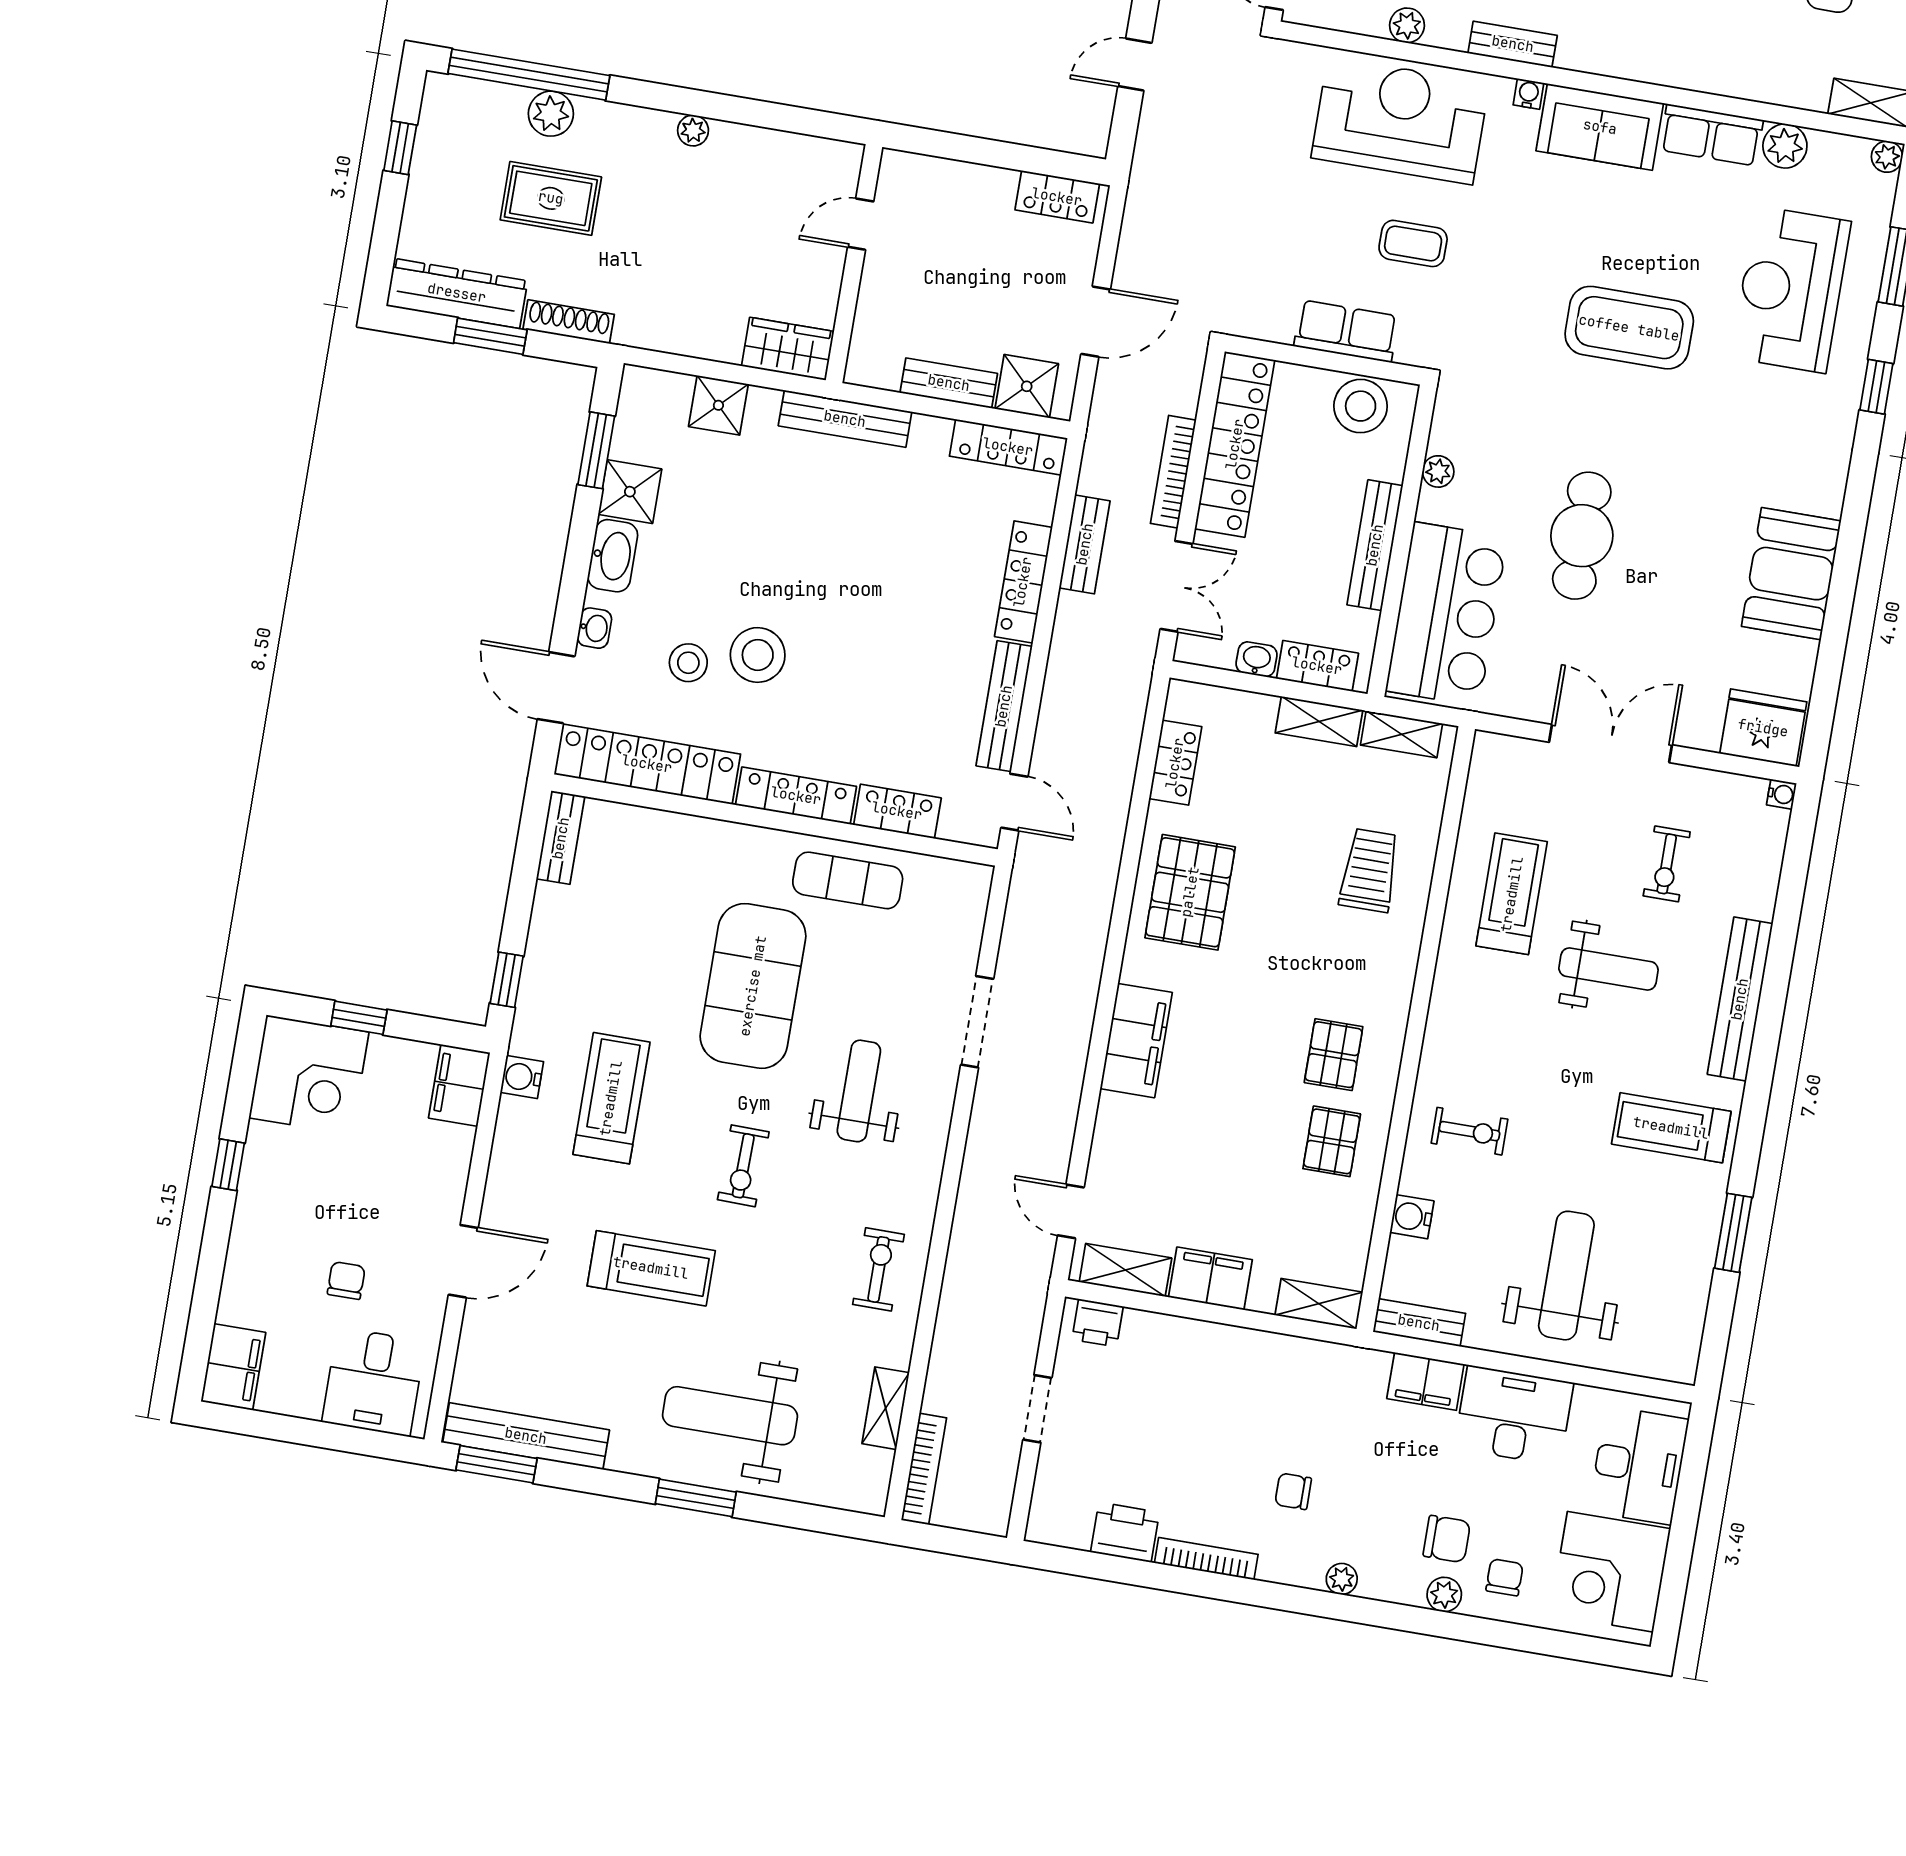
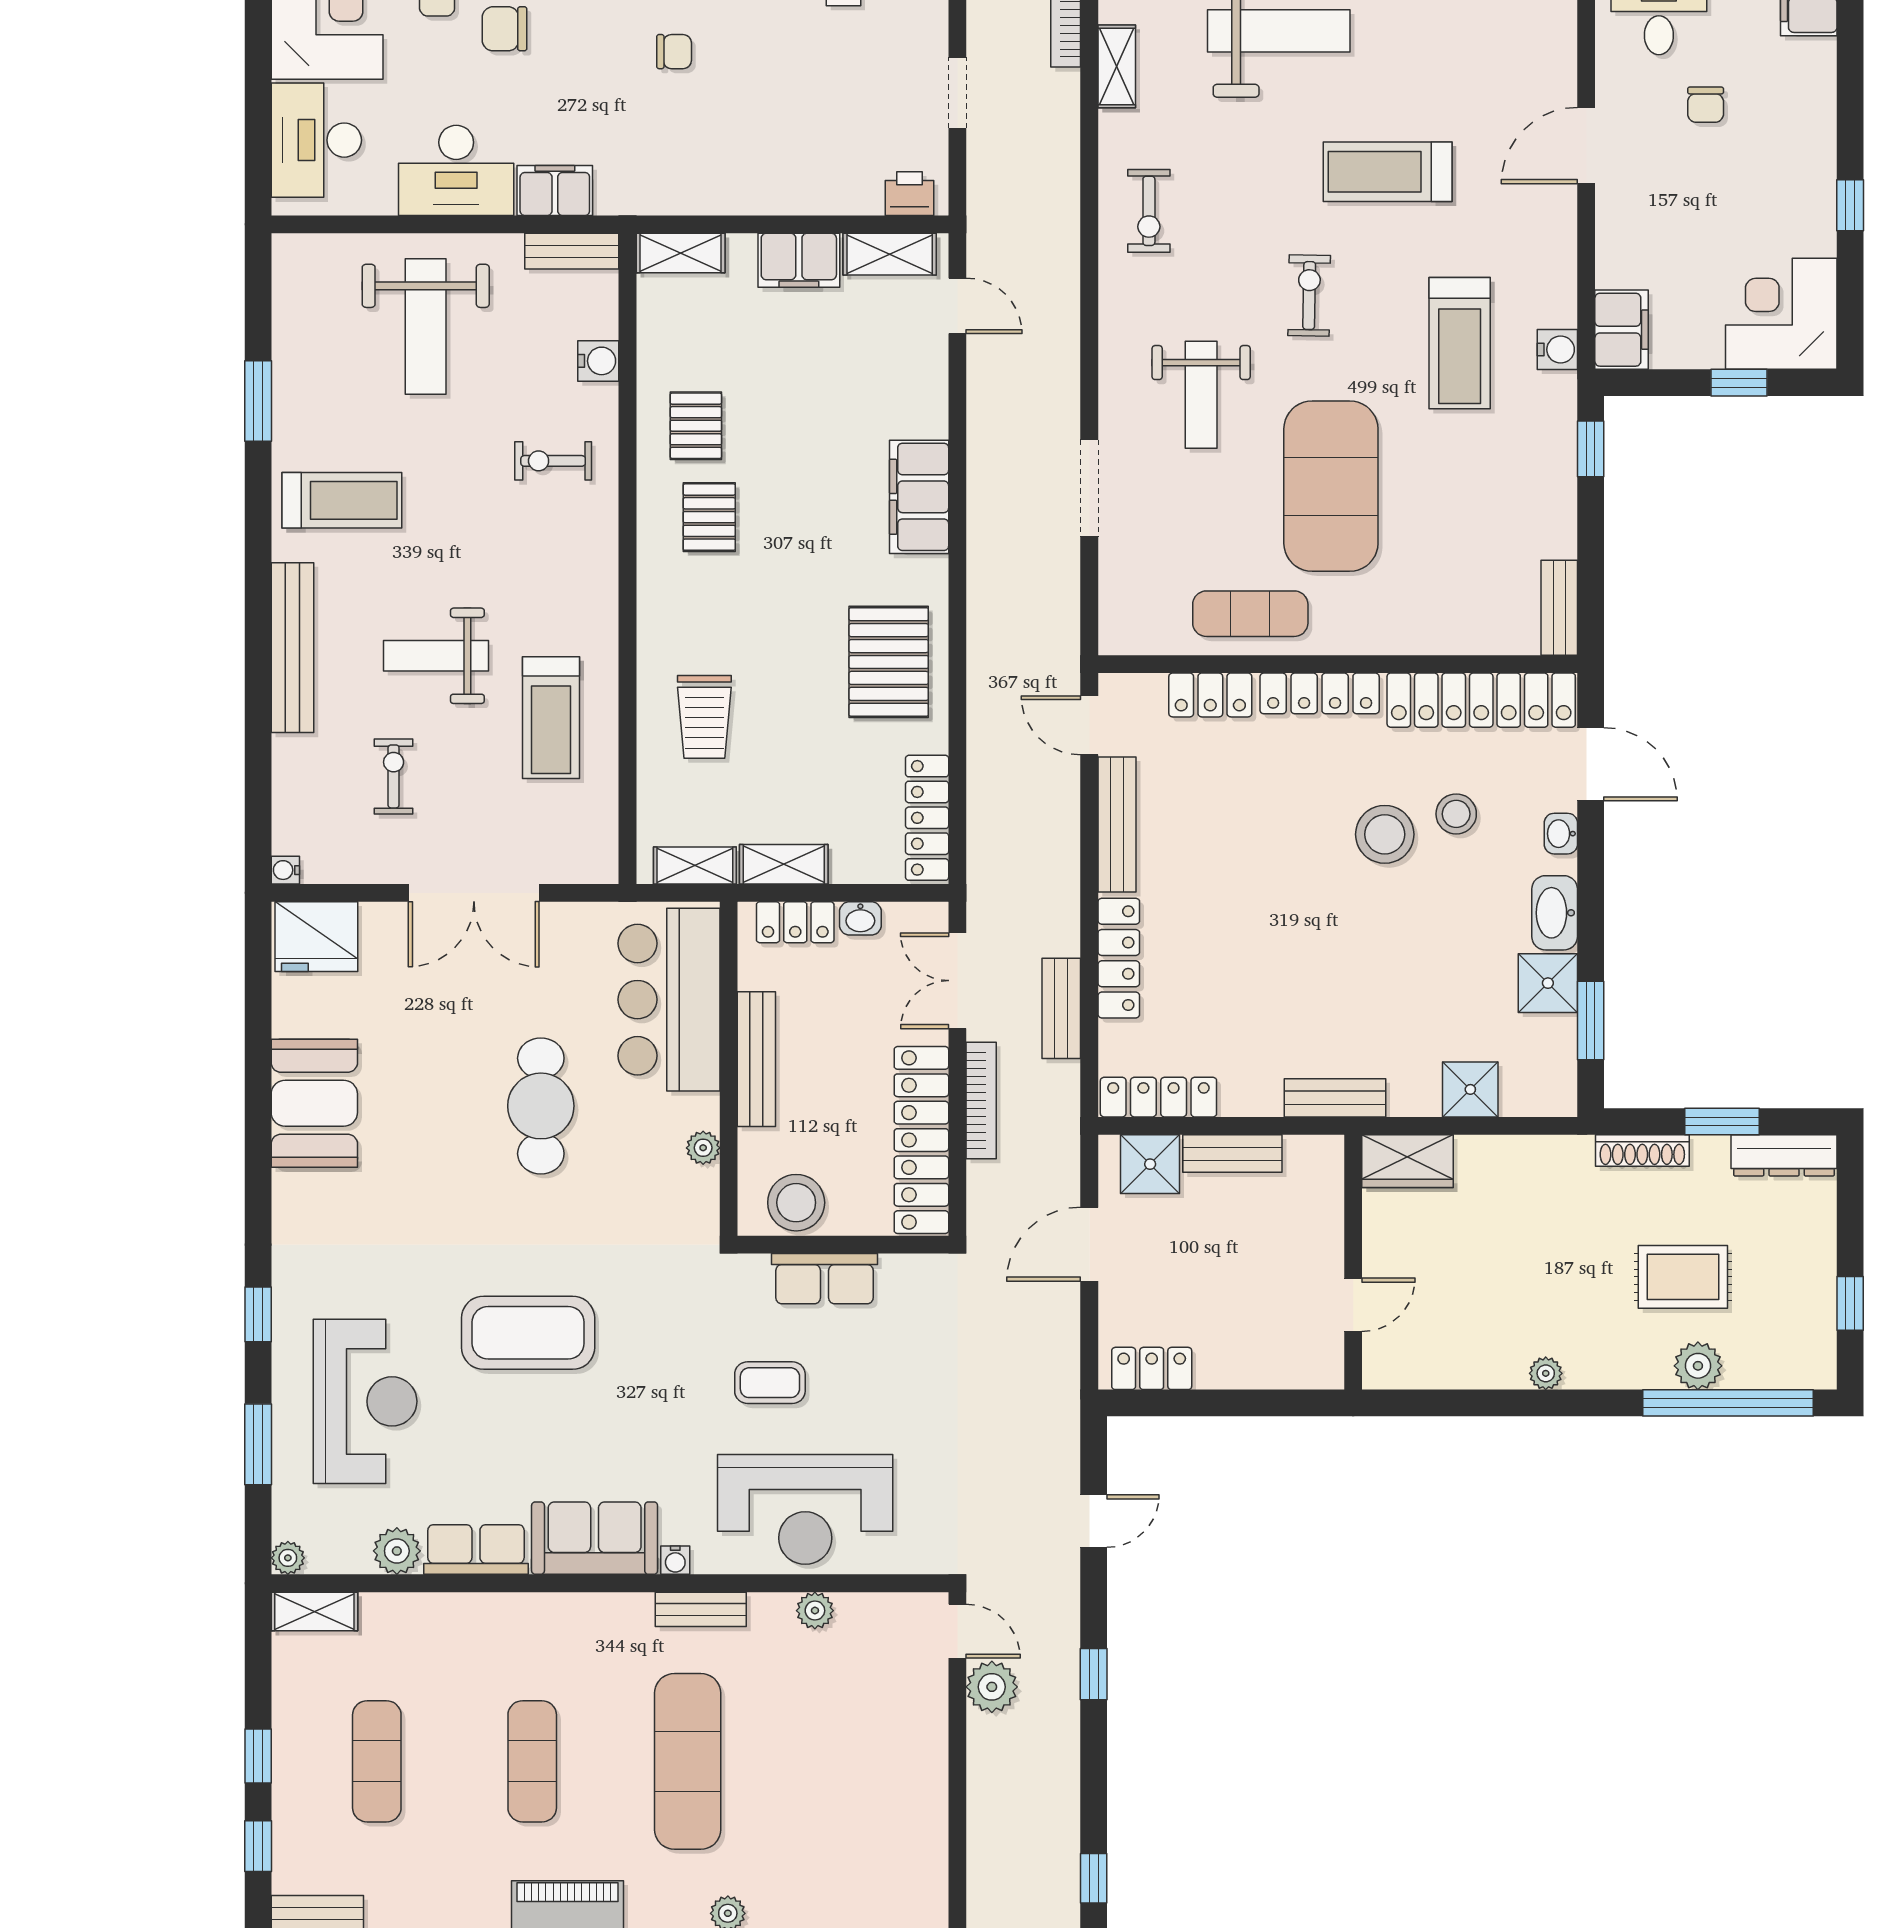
dresser: (457, 293) -> (1784, 1155), width x0.73, depth x0.80
bench: (845, 419) -> (1335, 1098), width x0.73
locker: (1175, 763) -> (927, 818), width x1.53

